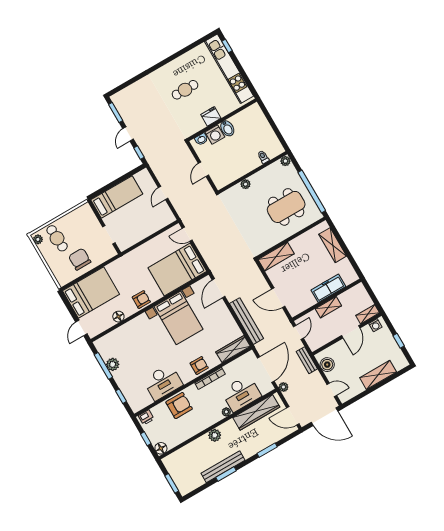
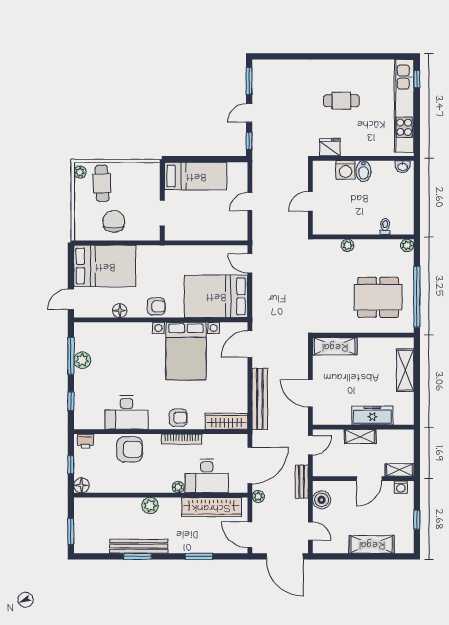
fridge: (211, 116) -> (330, 147), moved
washbasin: (201, 139) -> (403, 167), moved

